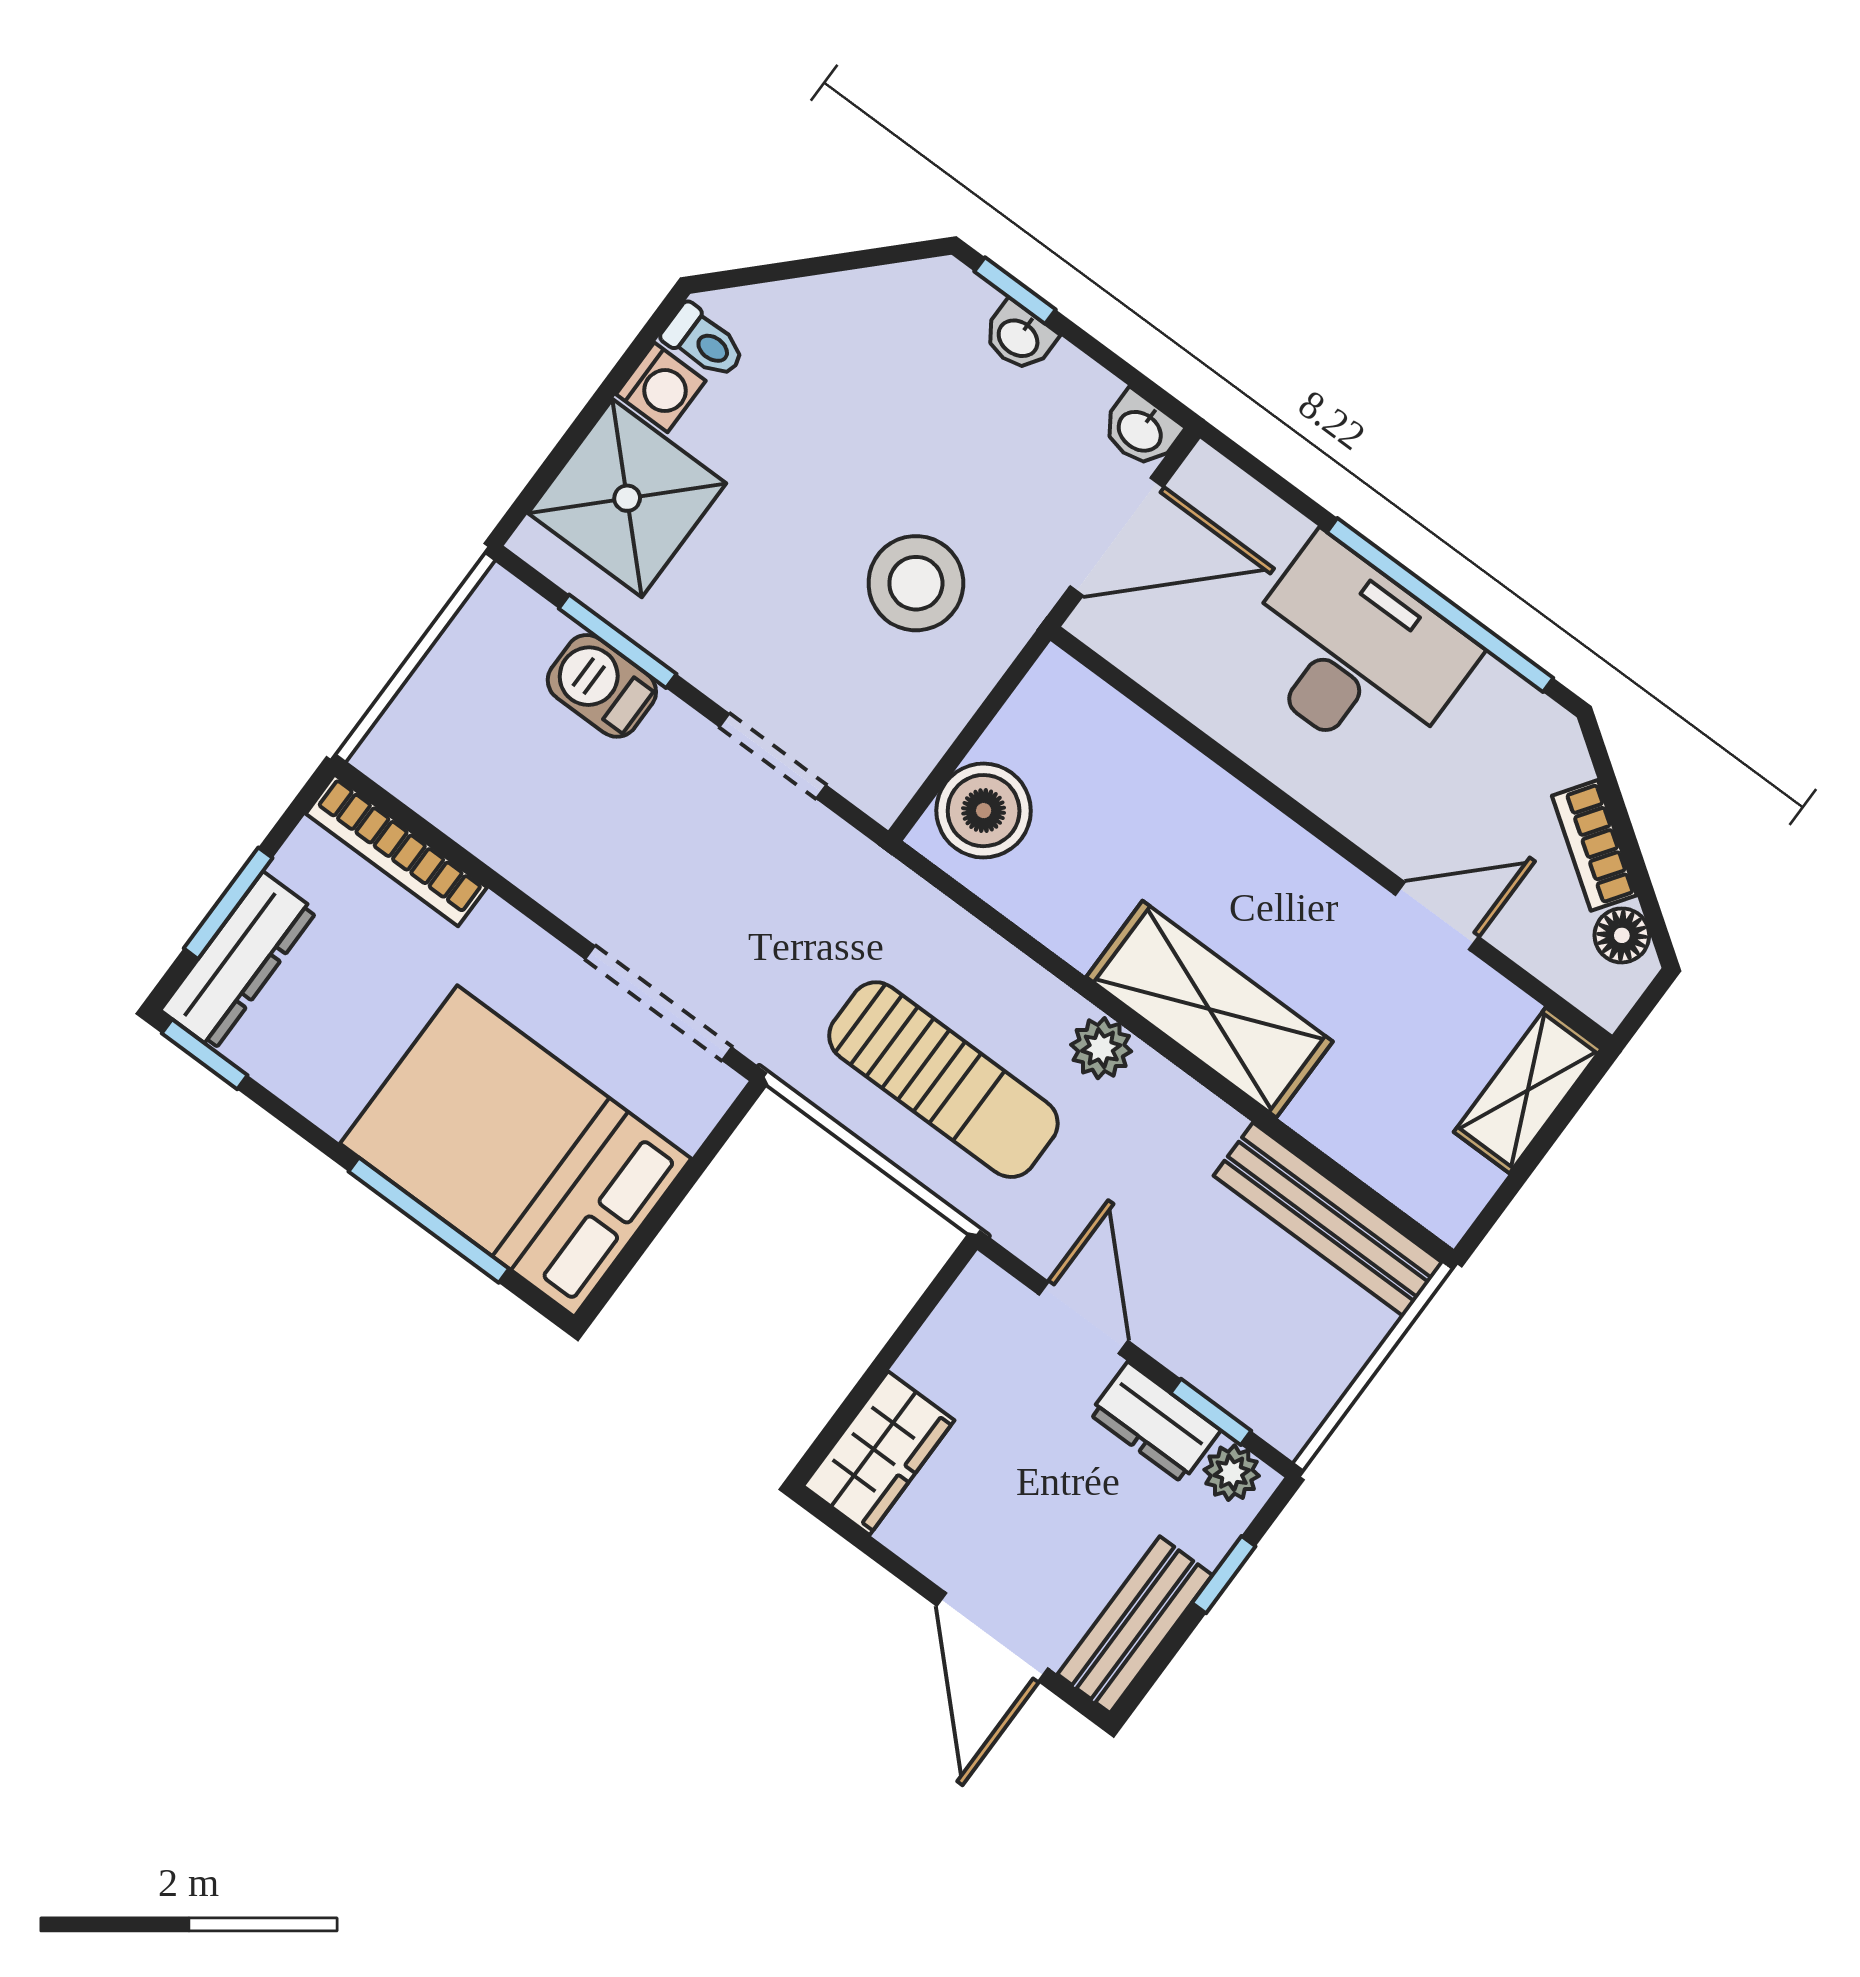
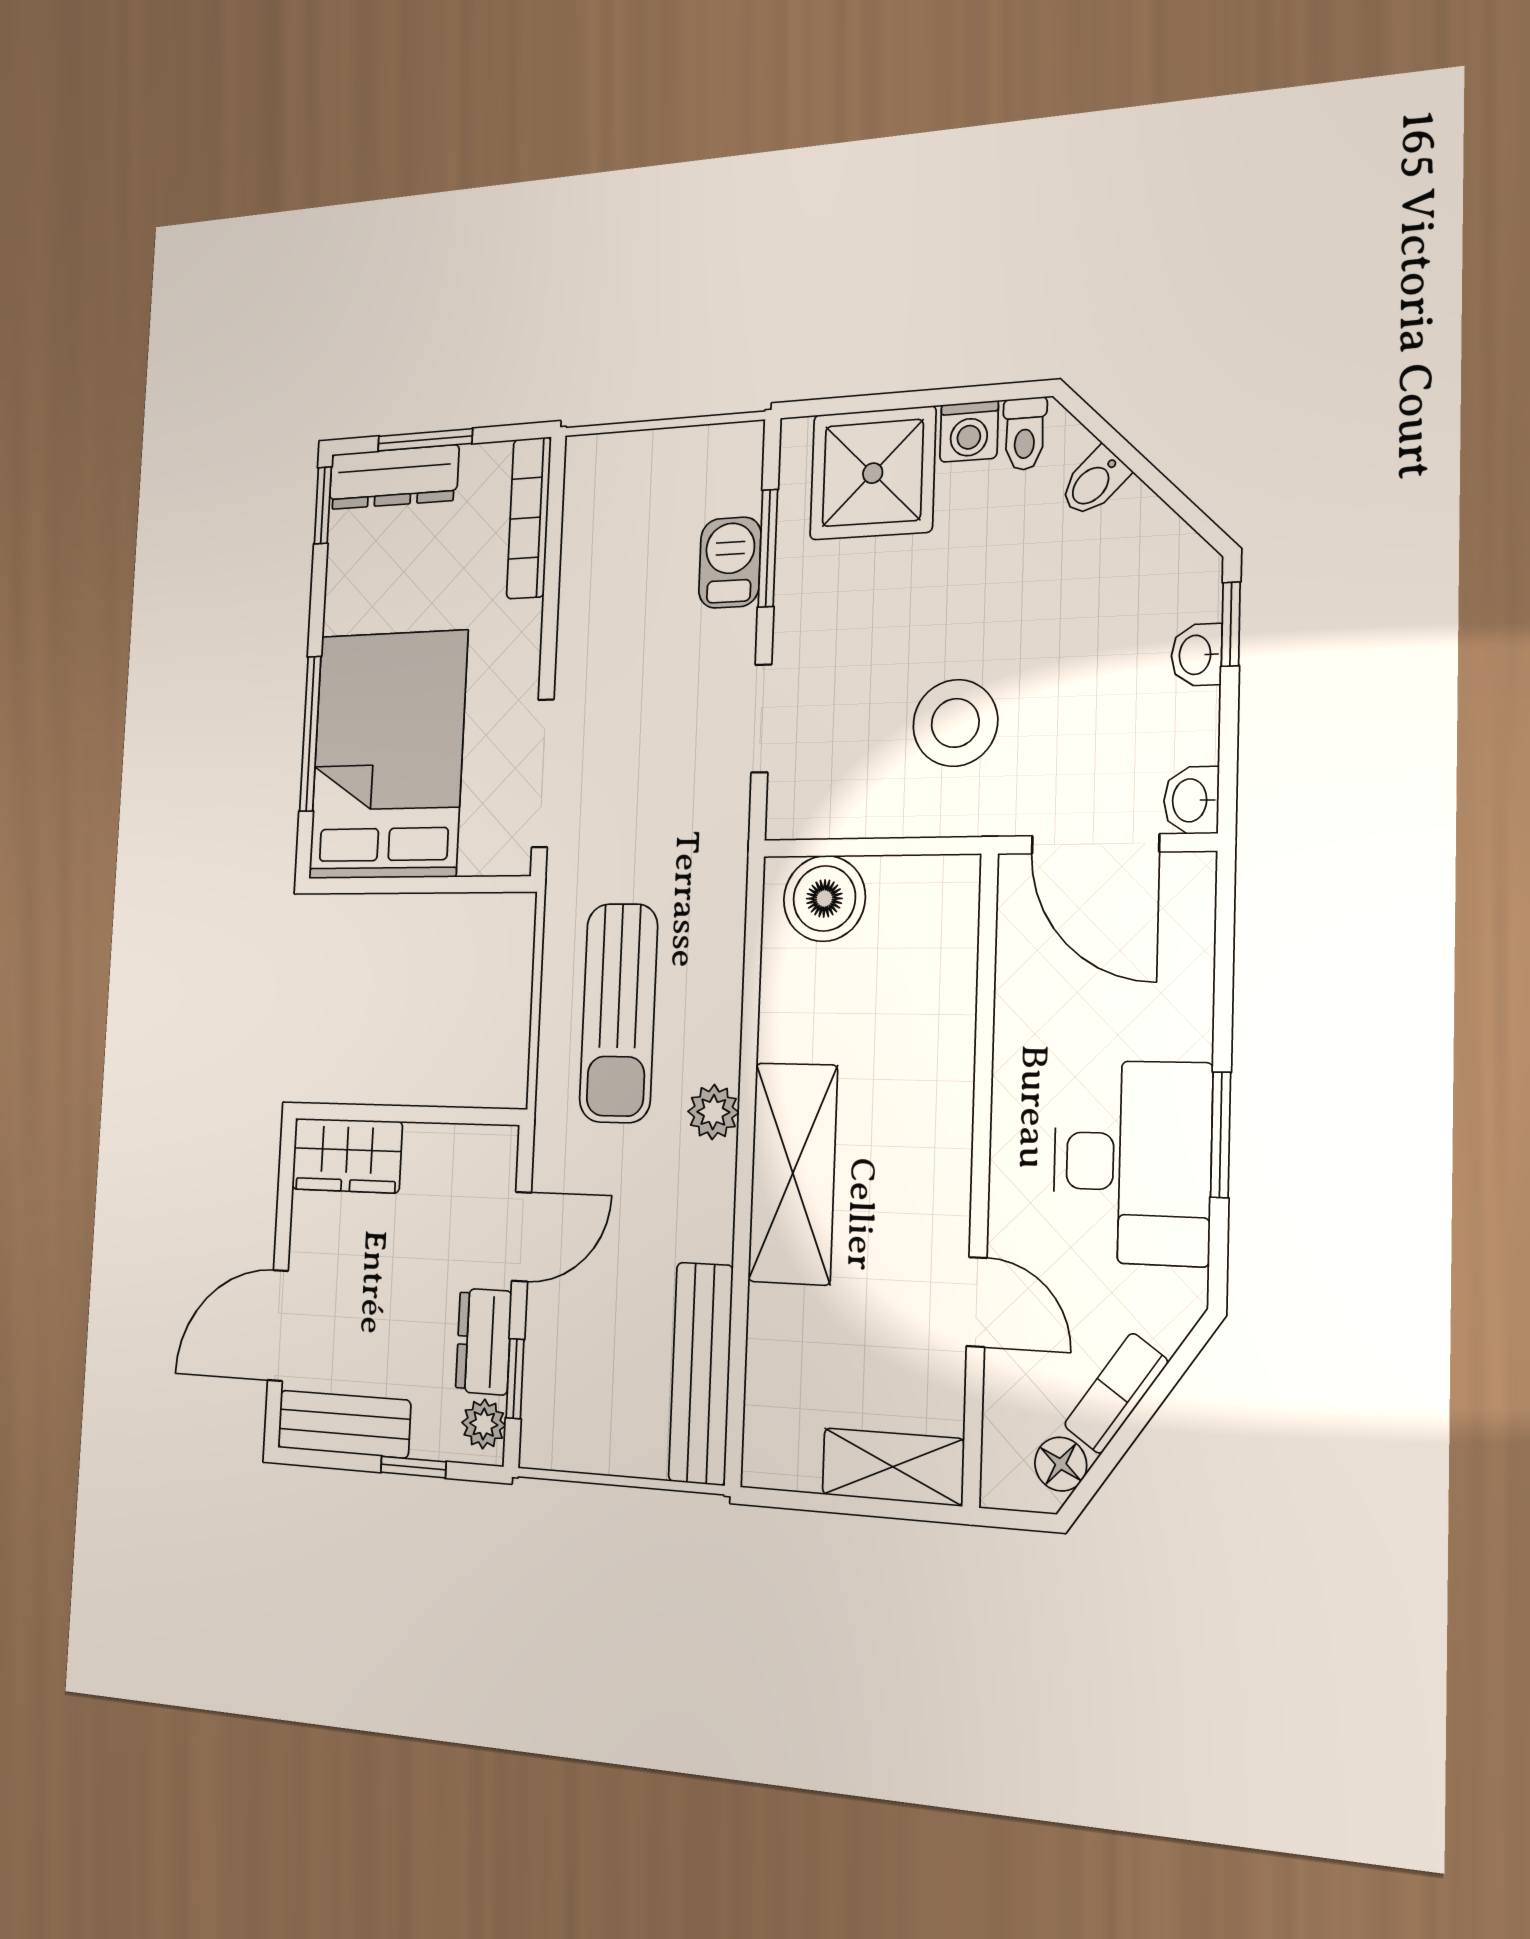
bidet: (797, 314) -> (1094, 482), added
window: (1440, 605) -> (1221, 1135), width x0.47
desk: (1354, 654) -> (1132, 1162), moved

